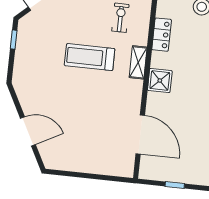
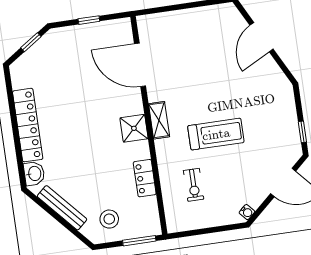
shelving: (138, 62) -> (159, 120), moved
door: (28, 131) -> (262, 37), hinge flipped

